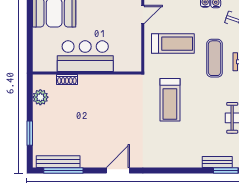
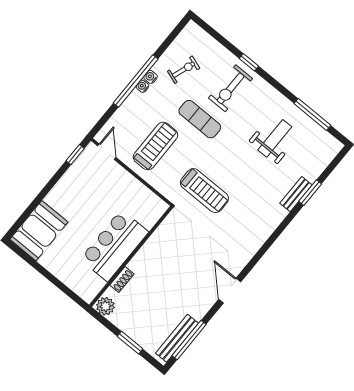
bar counter: (85, 56) -> (114, 246), moved
wall: (87, 73) -> (131, 256), moved
shoe rack: (67, 79) -> (122, 280), moved

